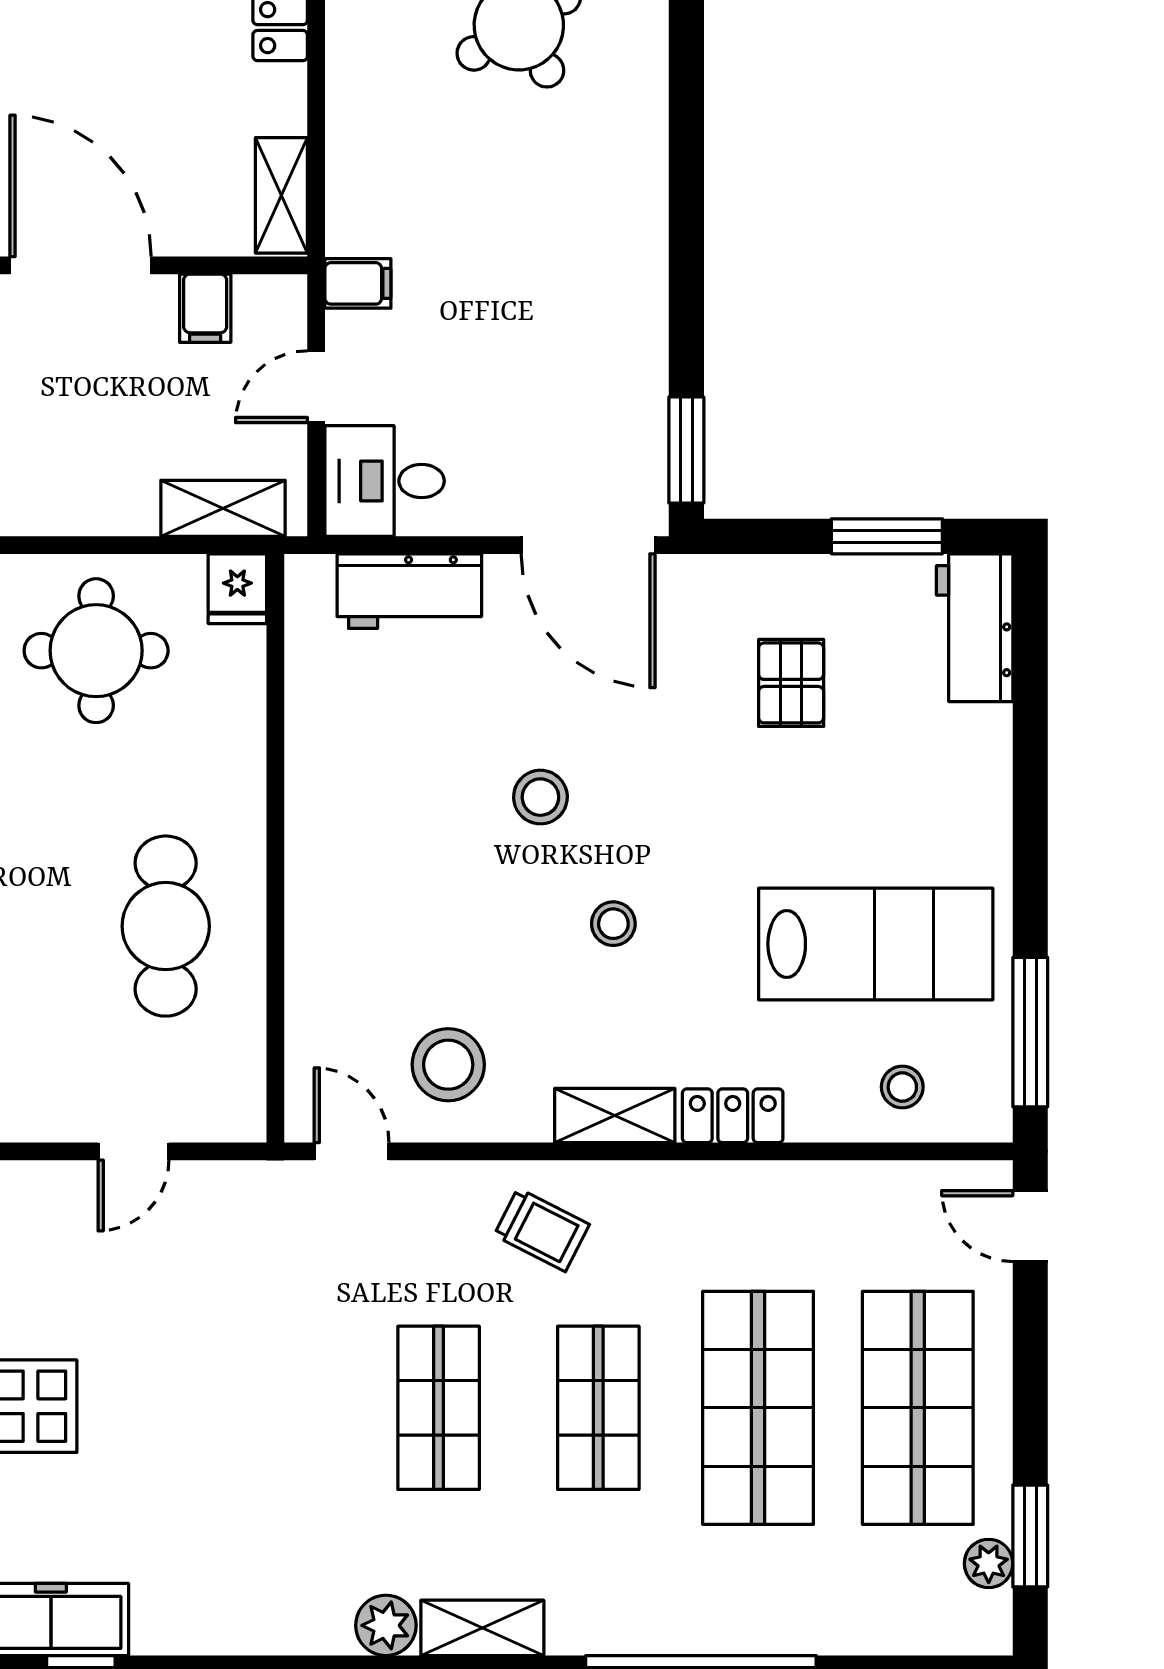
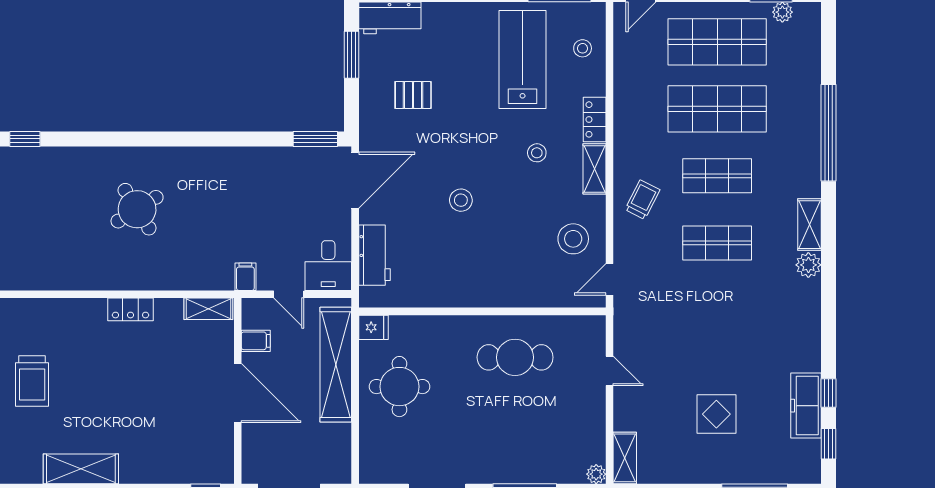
door: (81, 265) -> (238, 393), swing flipped
shelving: (223, 508) -> (336, 365), width x2.20, depth x1.33
stool: (613, 924) -> (537, 153), moved

